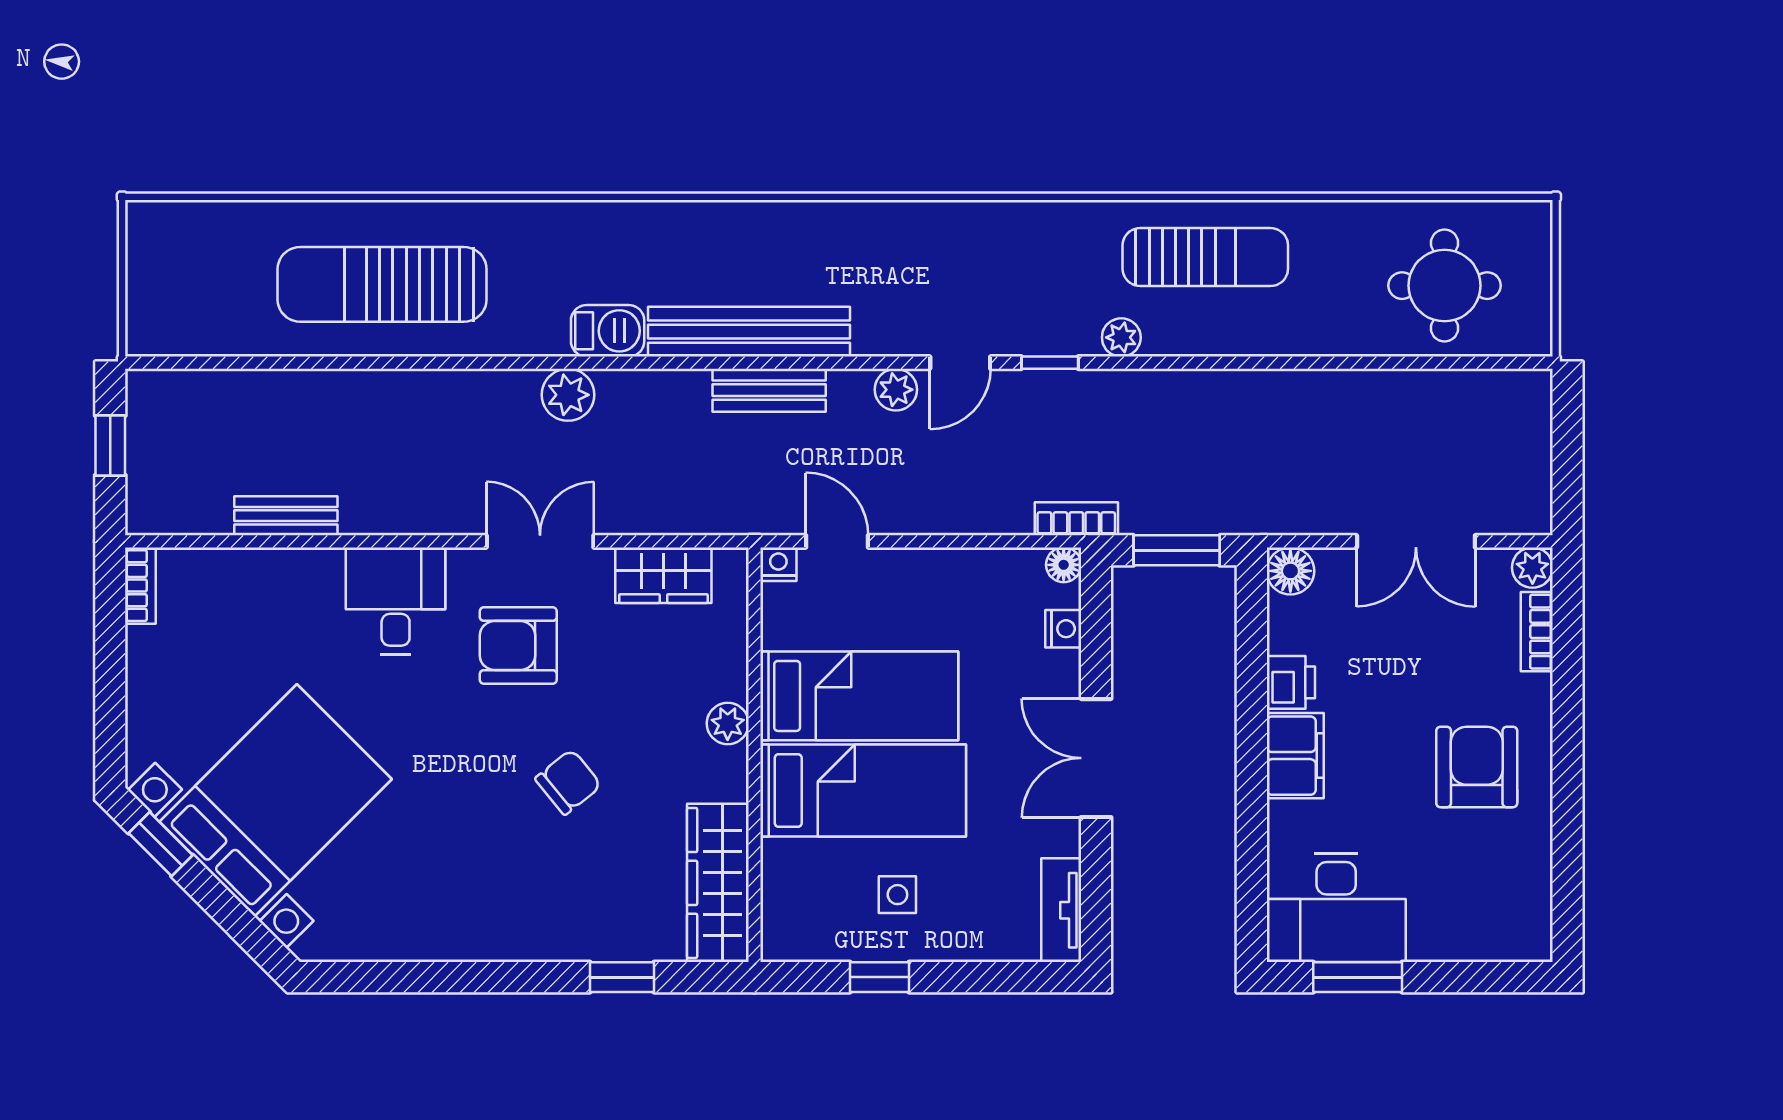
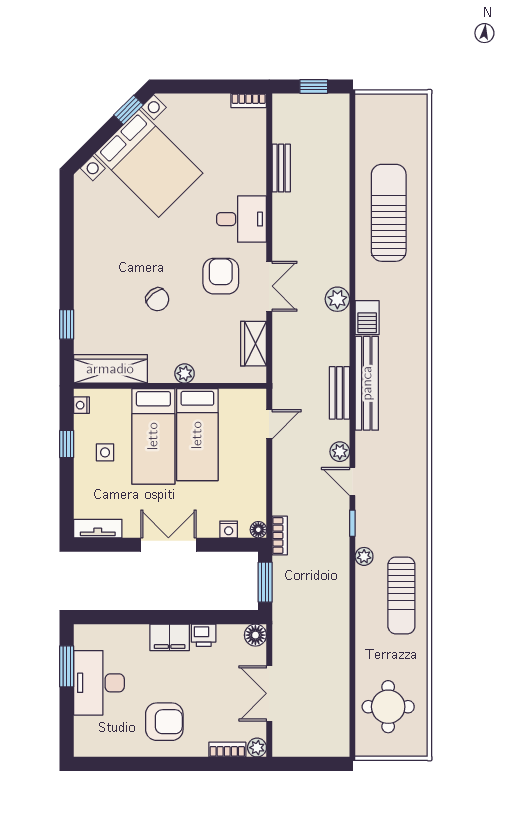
nightstand: (778, 564) -> (81, 405), moved, turned 180
desk: (1336, 908) -> (99, 683), moved

